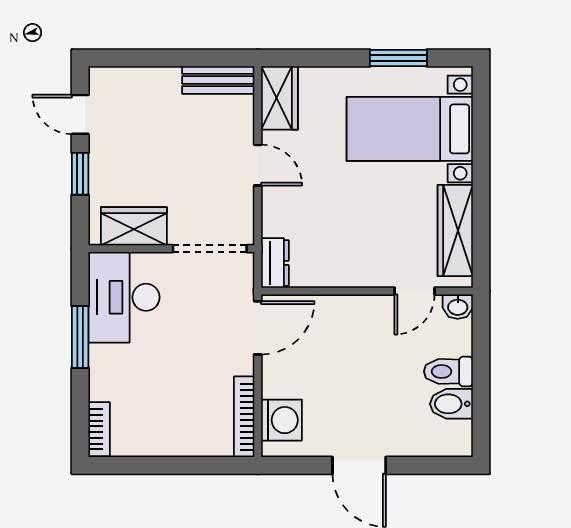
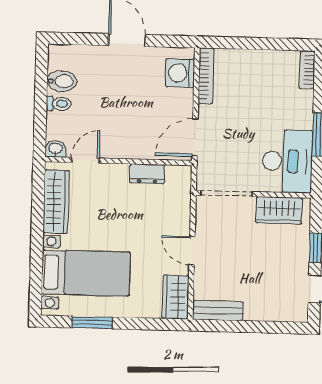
dresser: (275, 263) -> (147, 174), moved, turned -90
toilet: (448, 371) -> (58, 104), width x0.73, depth x0.72

